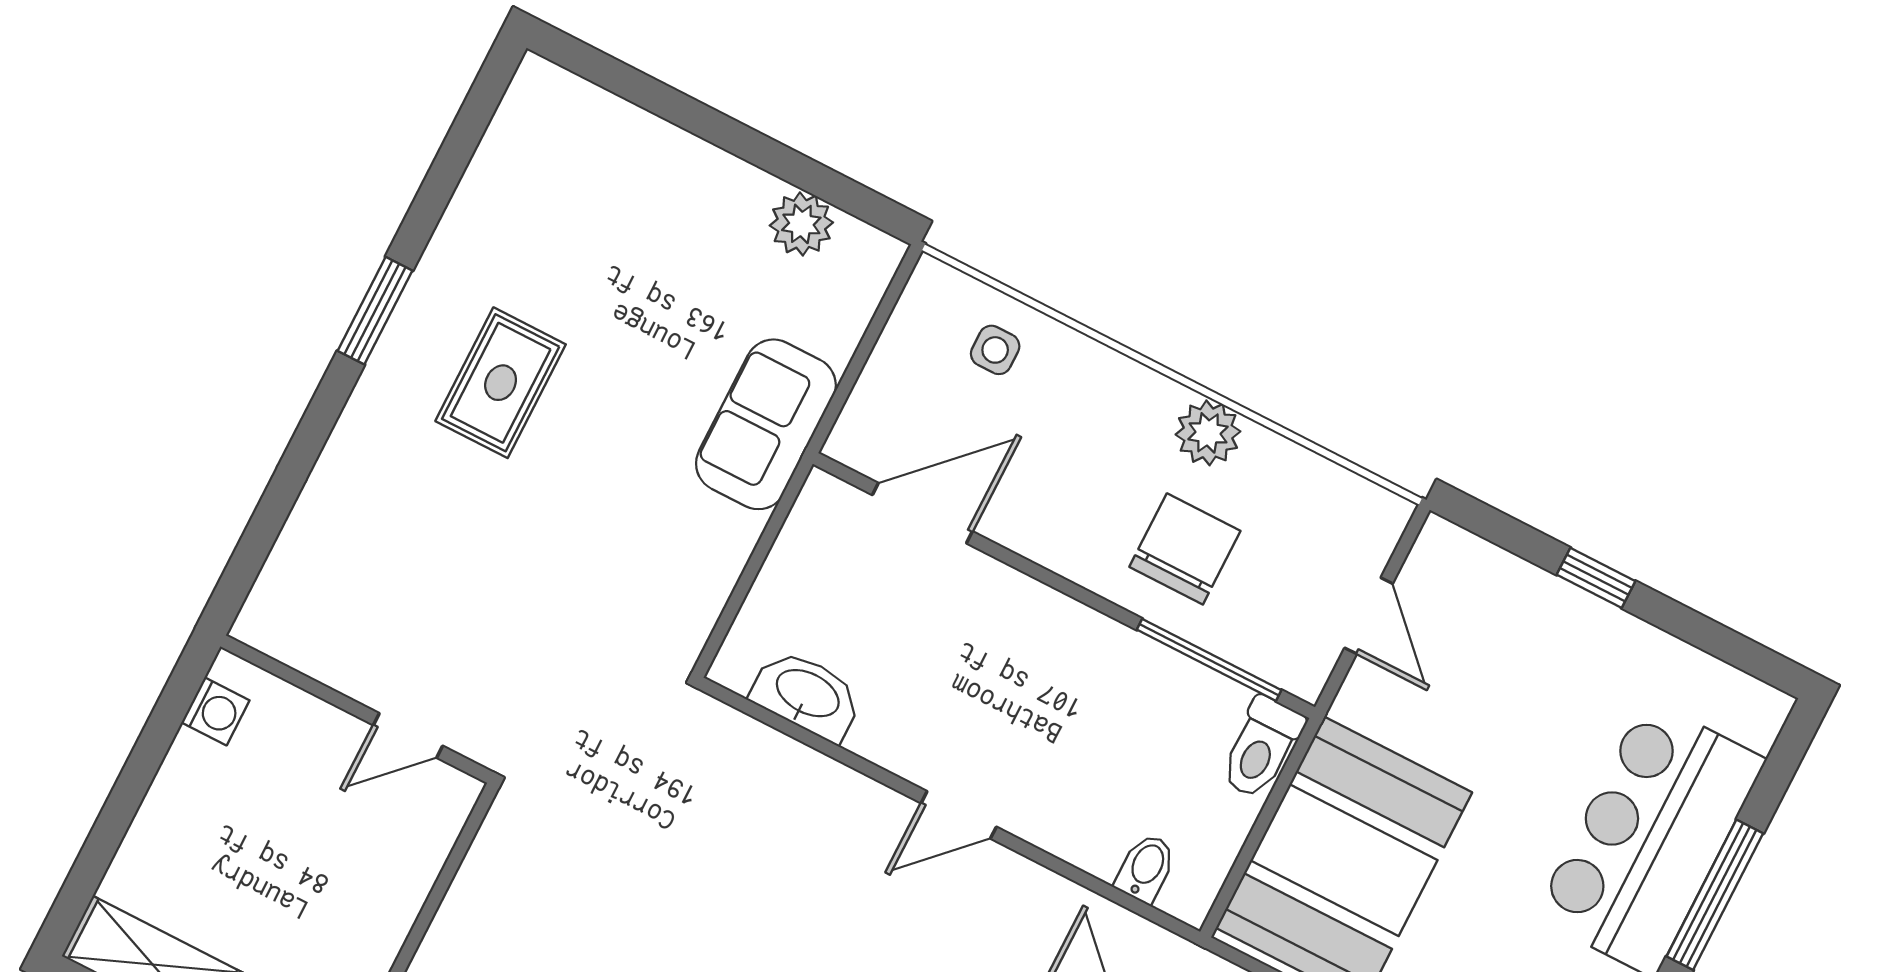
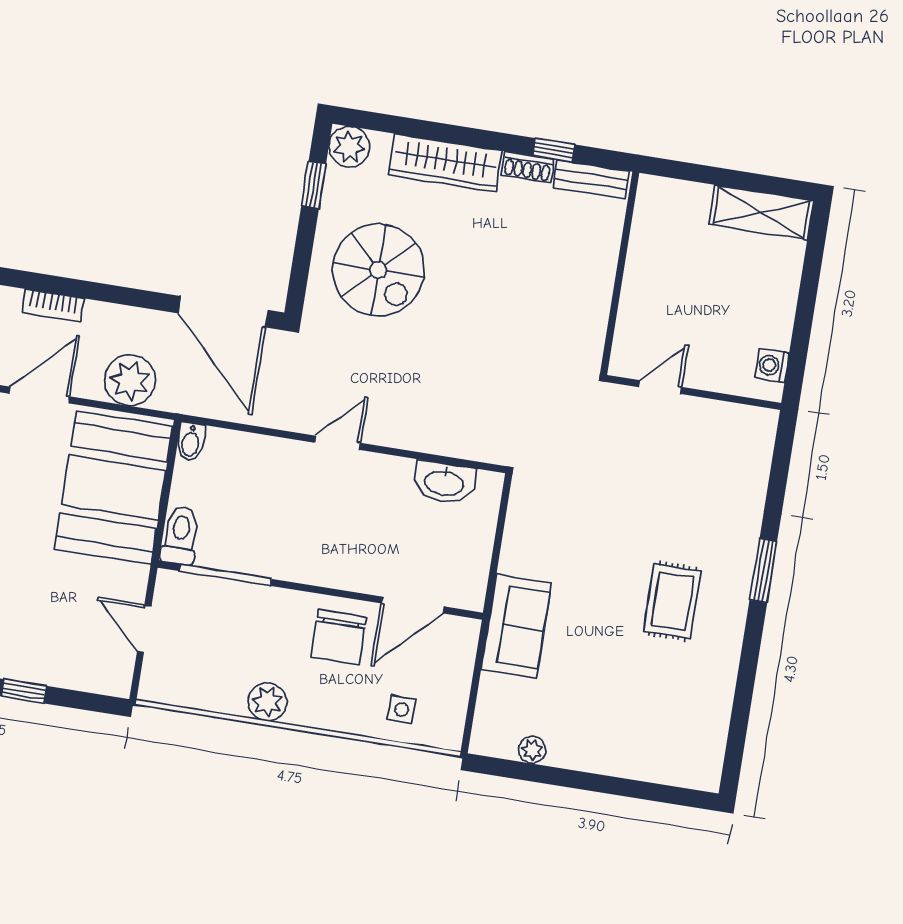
plant: (801, 224) -> (532, 750), width x0.73, depth x0.73
window: (375, 311) -> (763, 571), moved
chair: (1185, 549) -> (338, 637), moved
bidet: (1146, 868) -> (191, 442), moved

